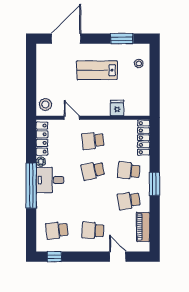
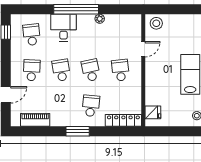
fridge: (117, 108) -> (153, 112), moved
locker: (42, 139) -> (122, 20), removed
desk: (50, 180) -> (63, 28), moved
school desk: (129, 201) -> (61, 70), moved

